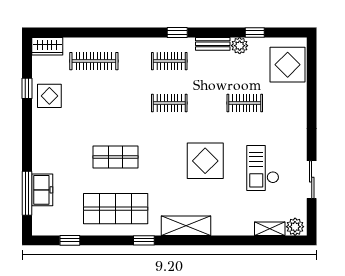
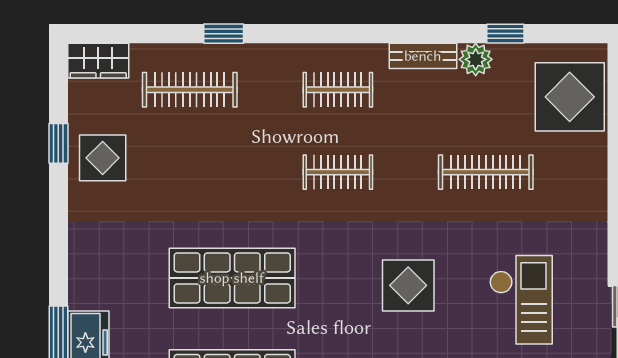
window: (177, 32) -> (224, 34), moved
clothes rail: (245, 103) -> (486, 172), width x1.36
shop shelf: (116, 157) -> (232, 278), width x1.43, depth x1.36
display table: (205, 161) -> (408, 285), width x0.73, depth x0.73
checkout: (263, 168) -> (521, 300), turned 180

